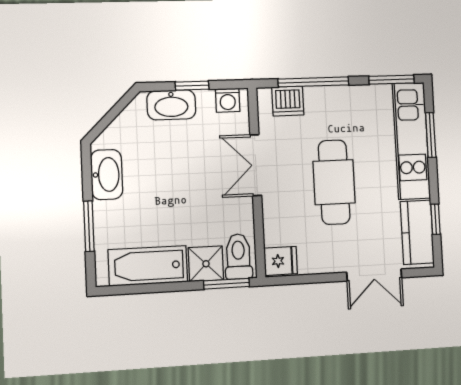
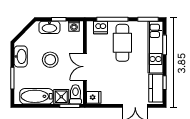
double door: (256, 165) -> (85, 67), moved
stool: (176, 179) -> (50, 60), added
cafe table: (334, 182) -> (122, 43), moved

